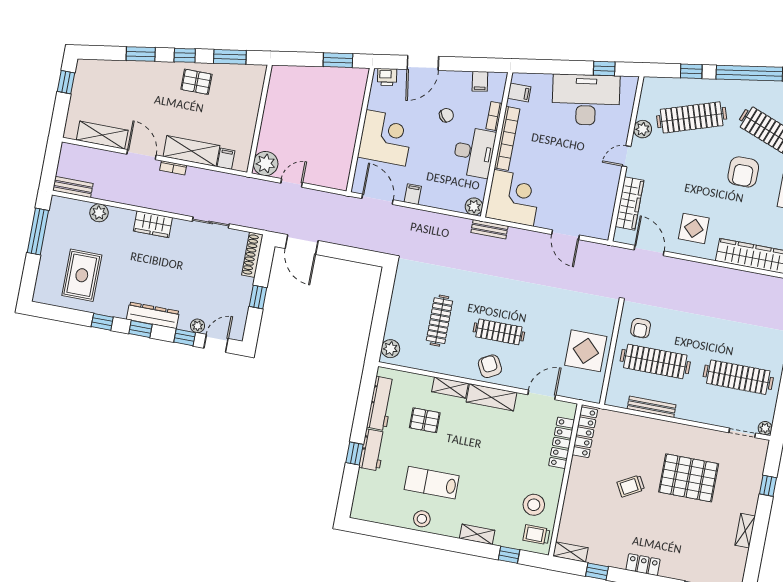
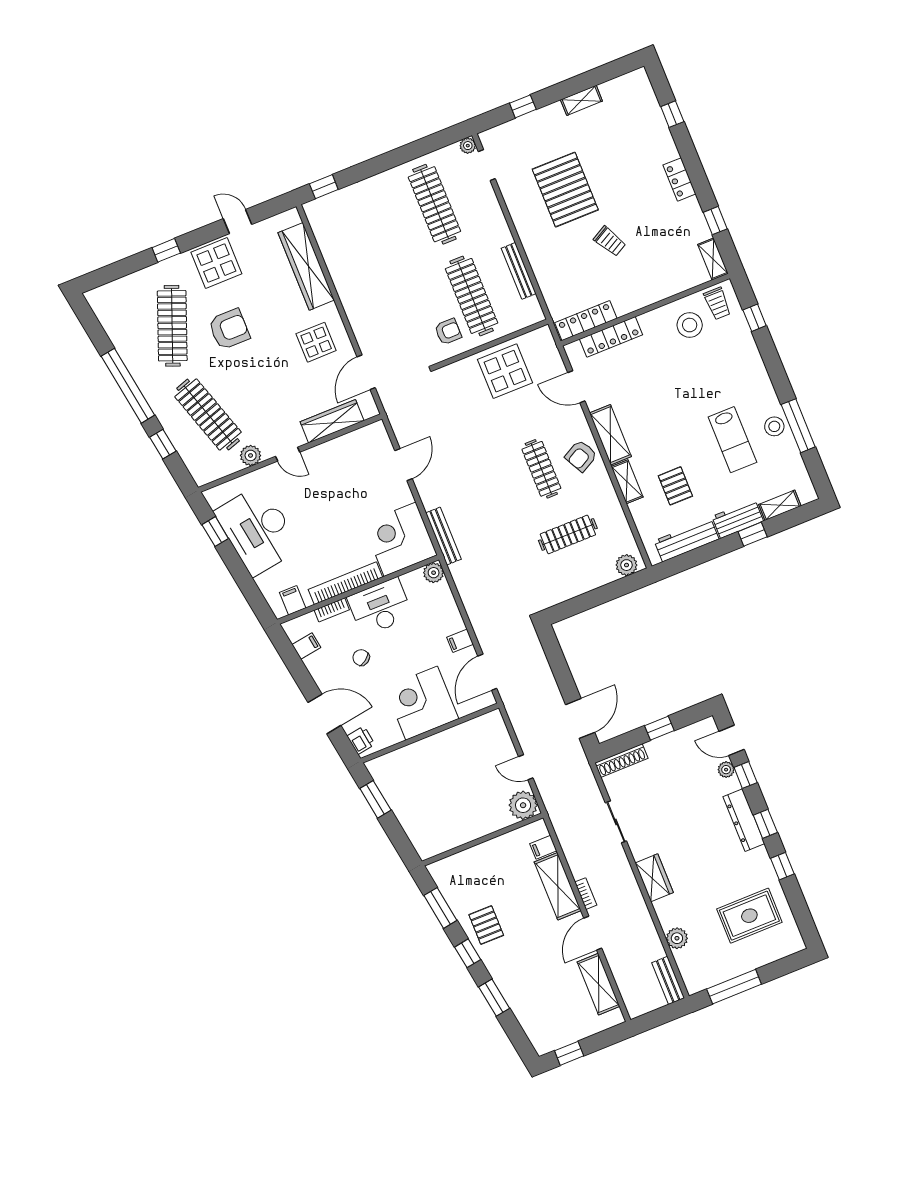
bench: (489, 229) -> (443, 536), width x1.36
shelving: (477, 534) -> (780, 505), moved, turned 90
window: (411, 536) -> (798, 426), added

